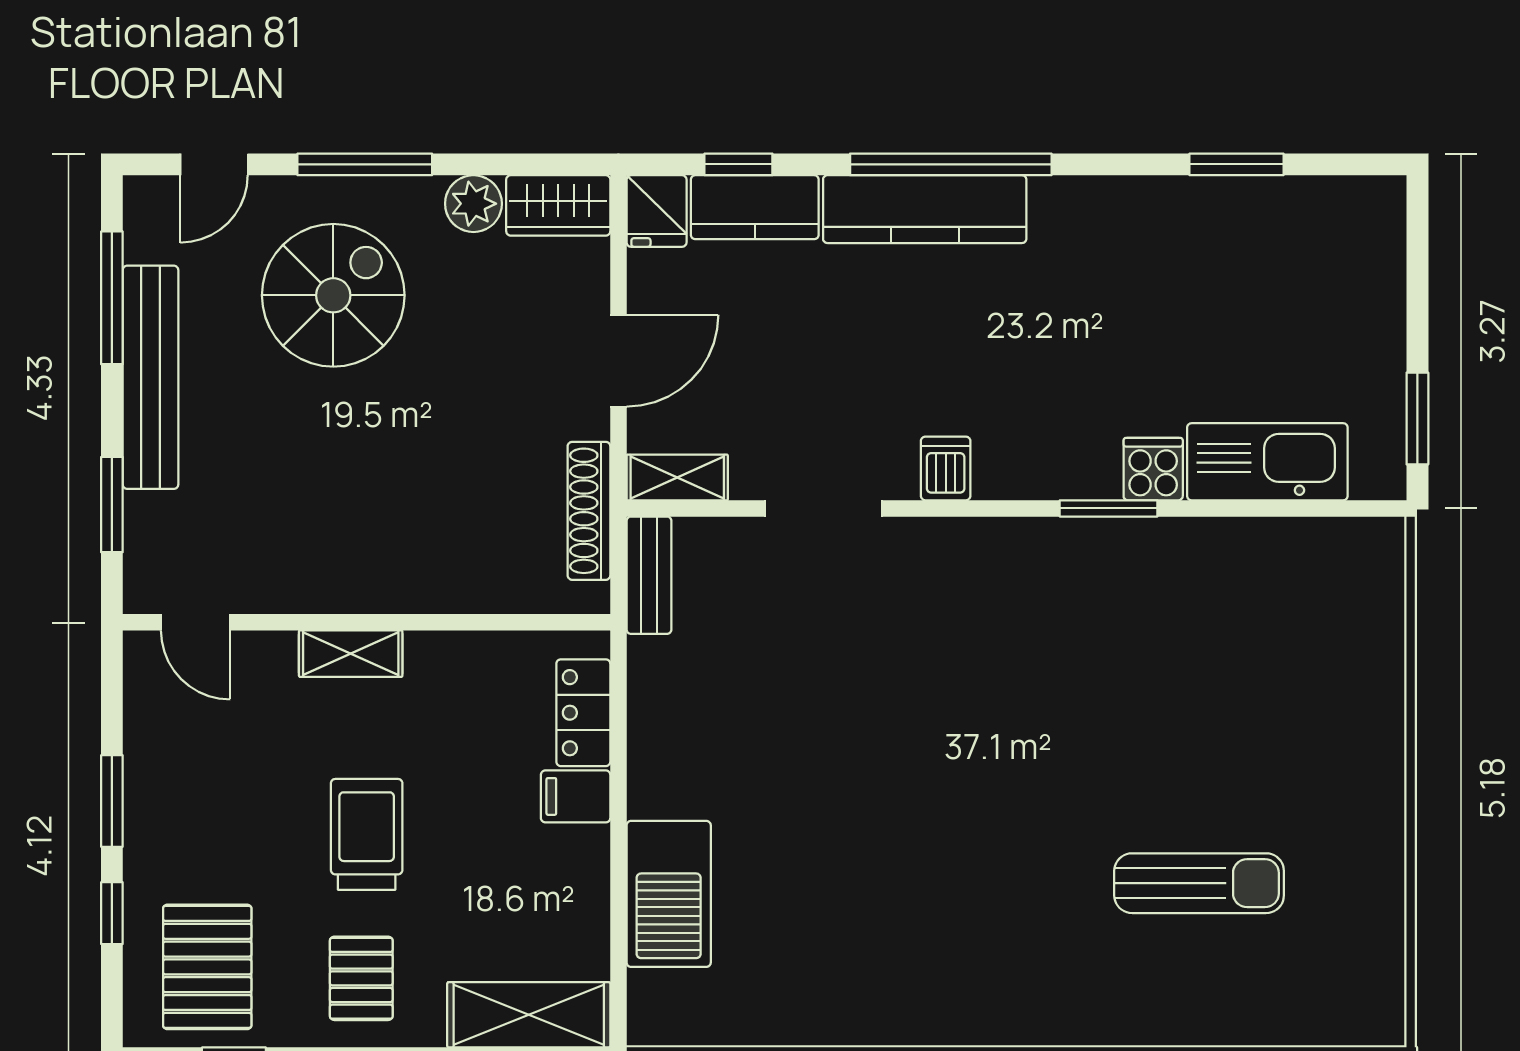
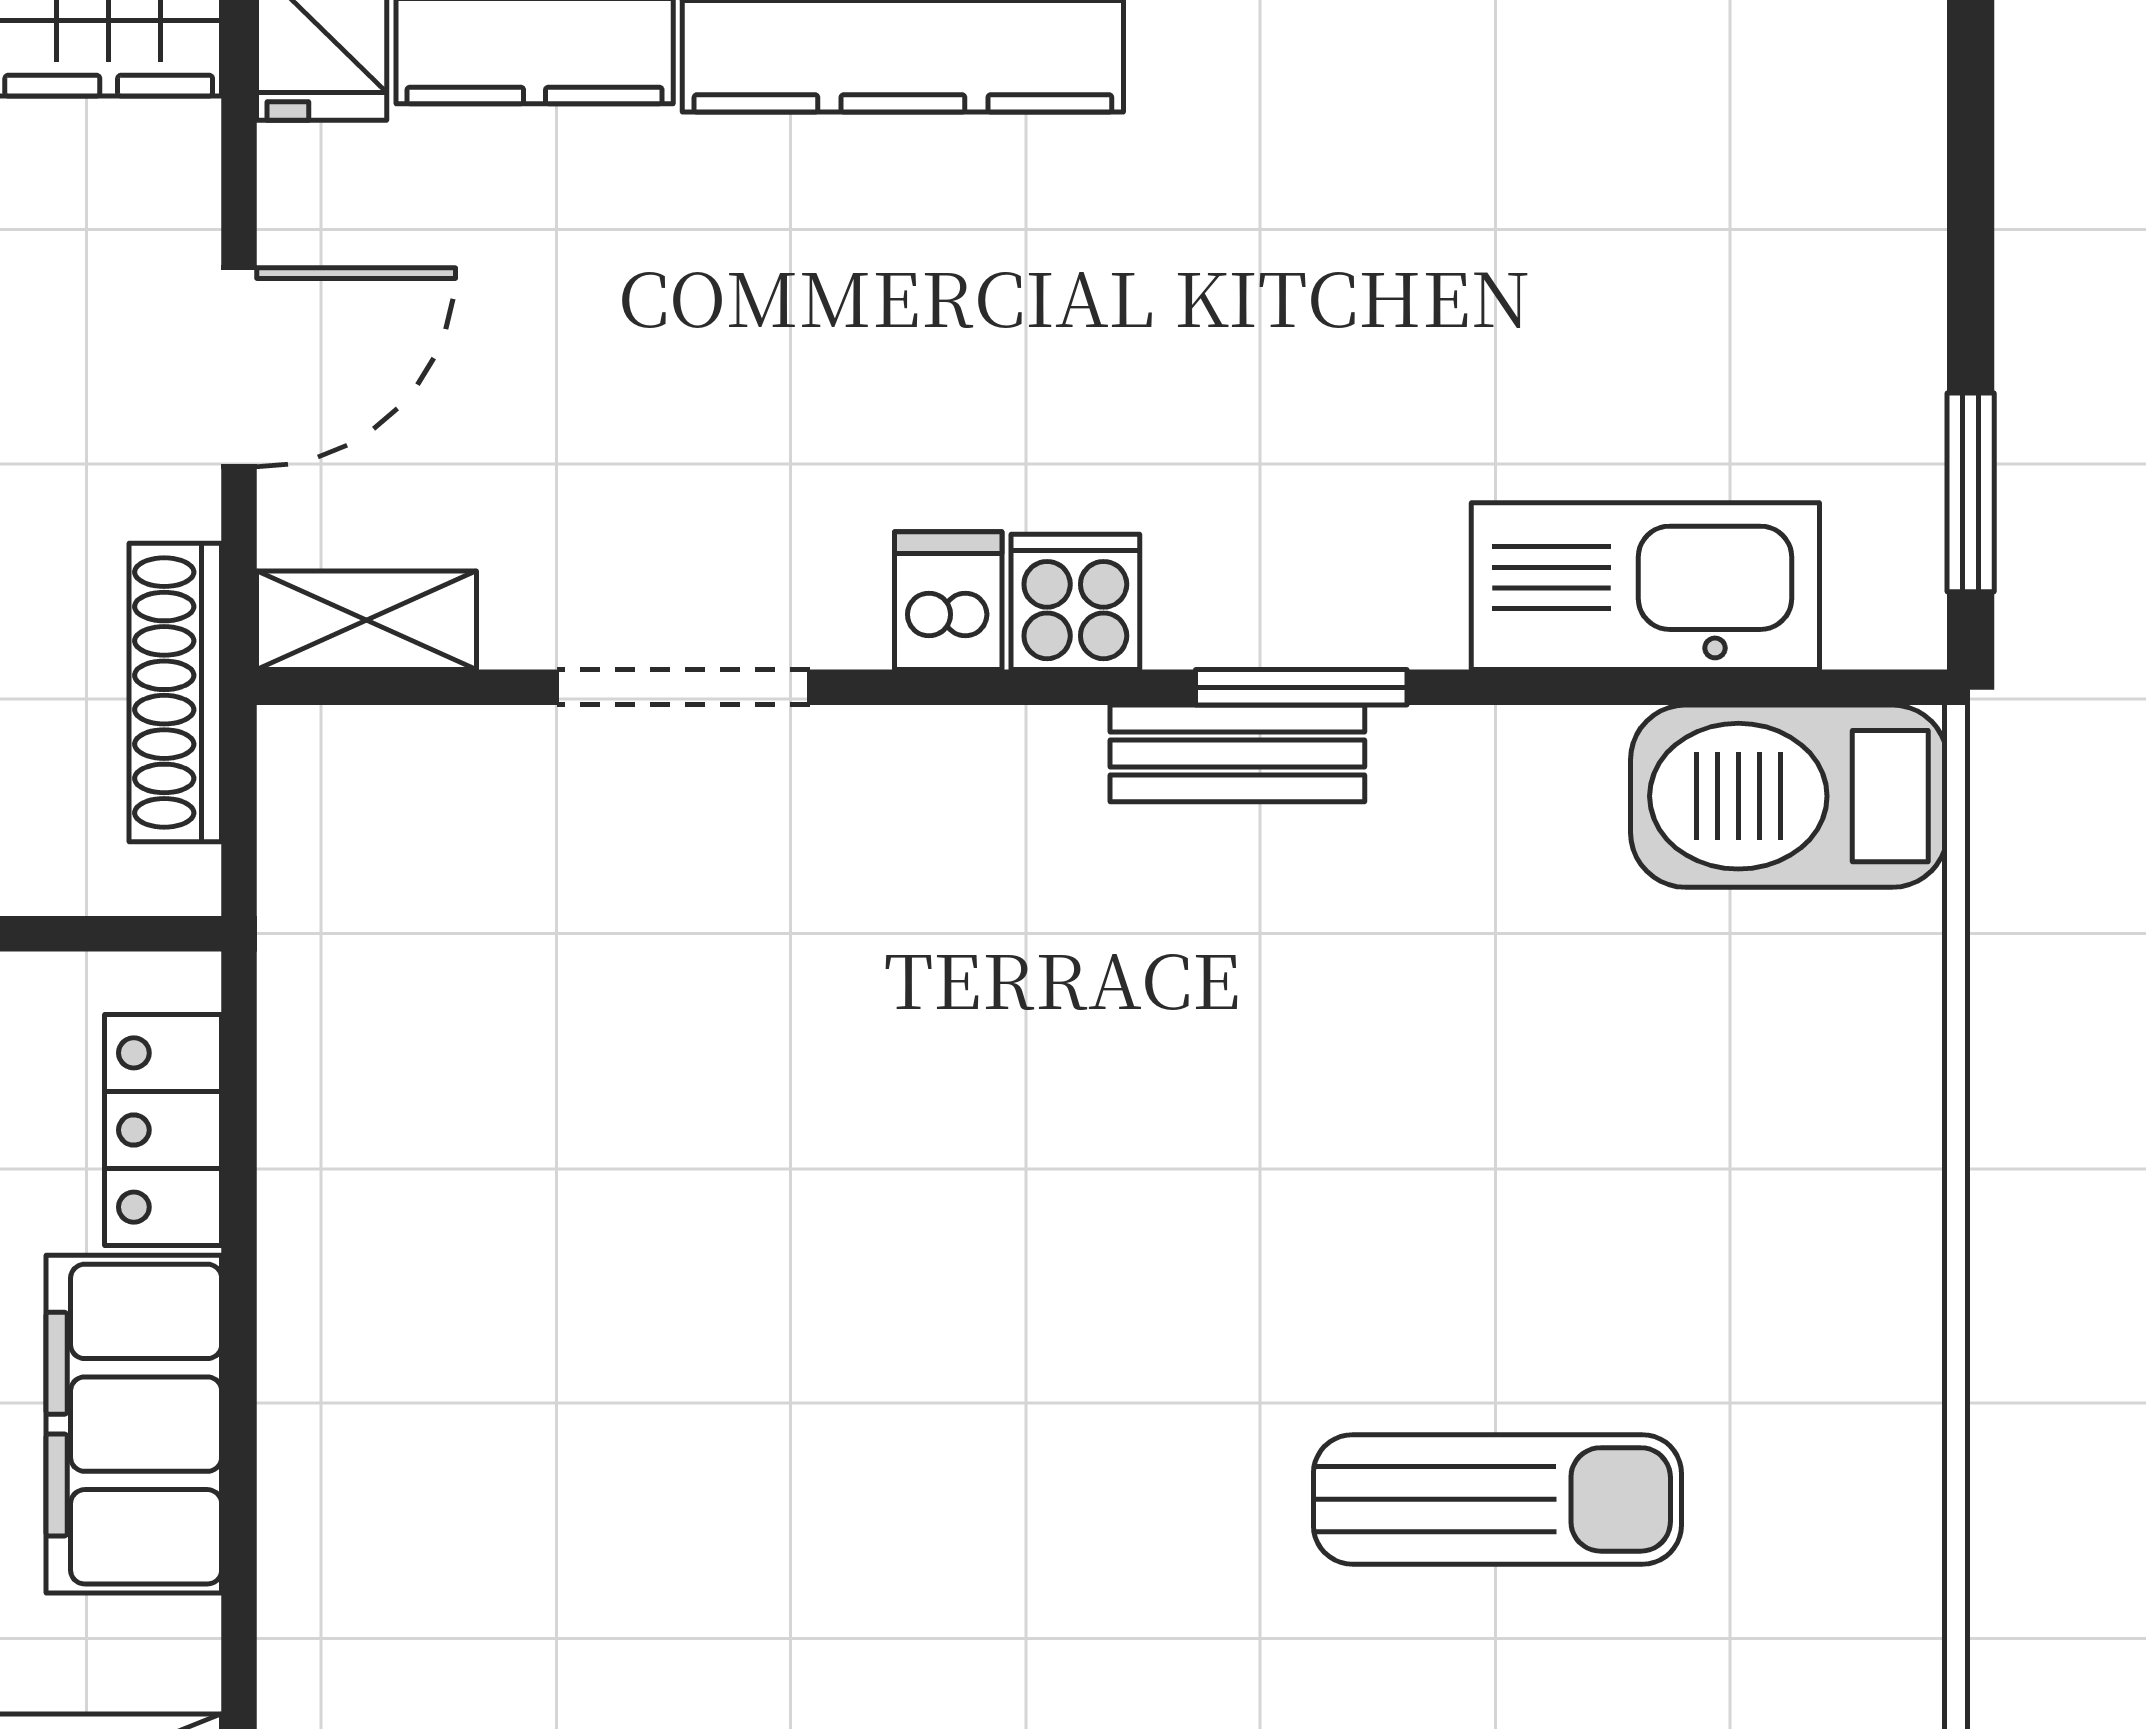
cooker: (1153, 469) -> (1075, 602), moved
bench: (649, 575) -> (1237, 753), moved, turned 90
filing cabinet: (576, 796) -> (134, 1424), width x3.00, depth x1.17
barbecue: (669, 894) -> (1789, 796), moved, turned 90

